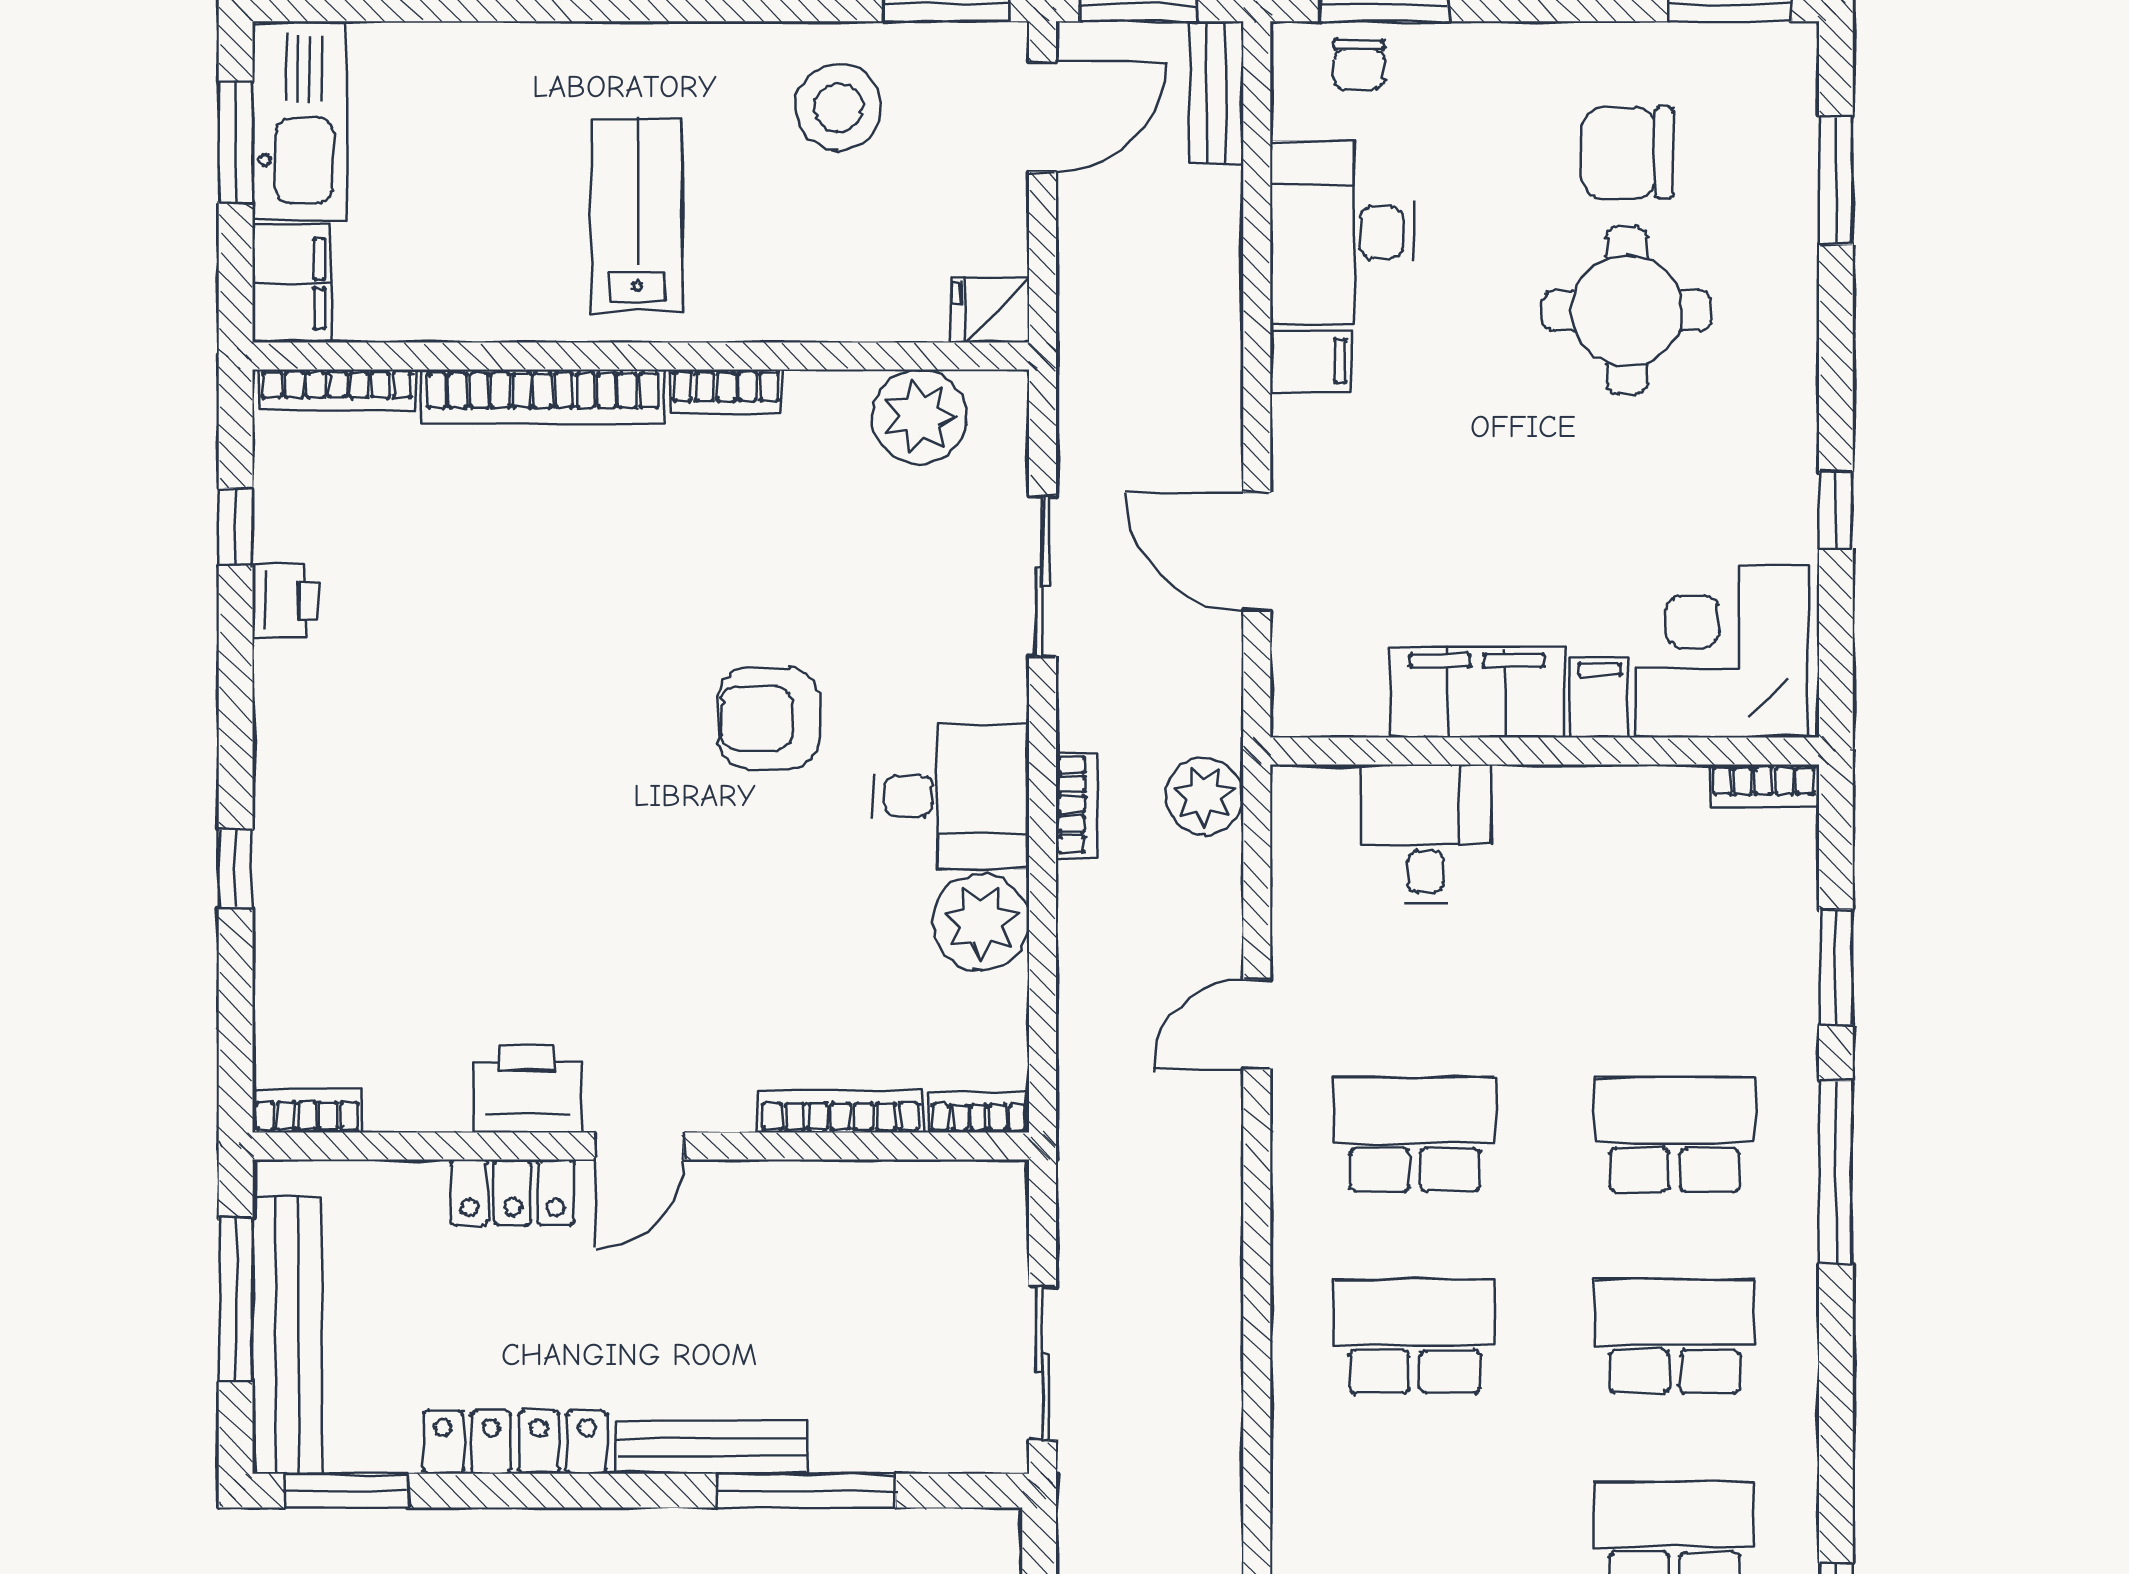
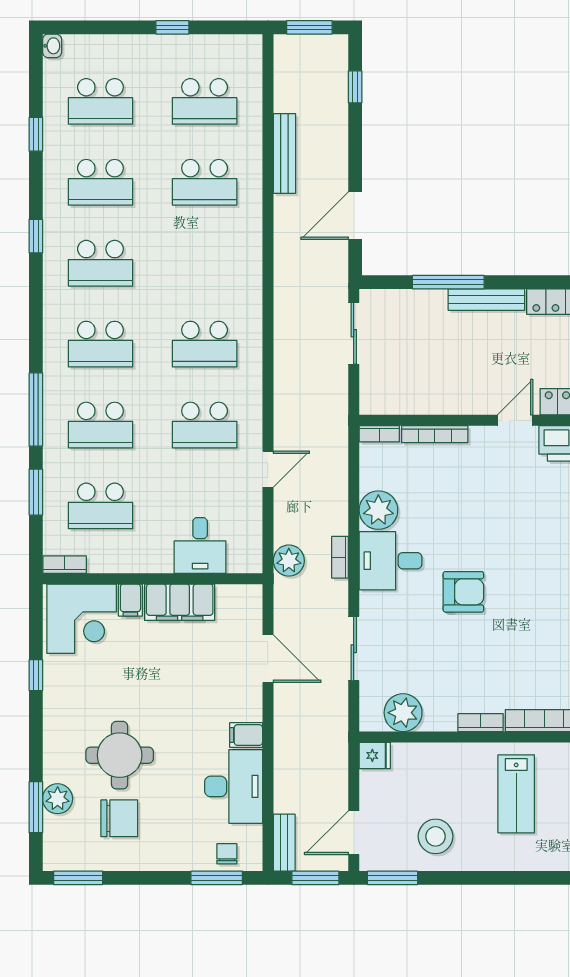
plant: (1782, 202) -> (58, 799), added
school desk: (1674, 932) -> (100, 506), added

